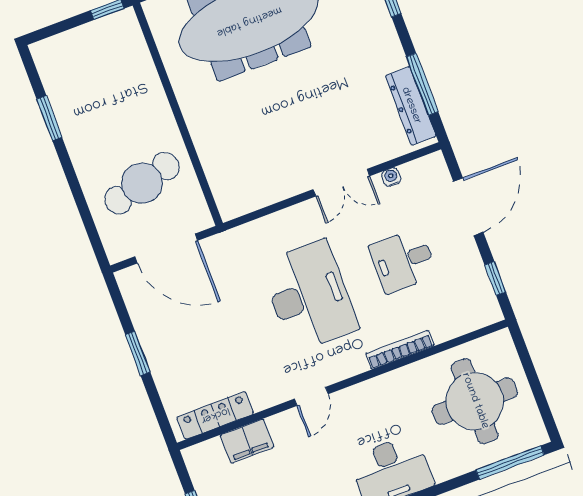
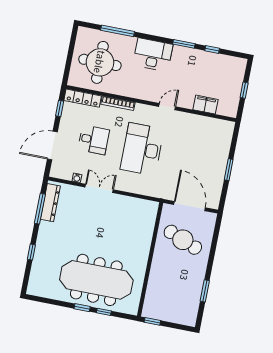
cafe table: (142, 183) -> (183, 240), turned 37
locker: (215, 415) -> (83, 98), moved
window: (510, 463) -> (118, 31), moved

